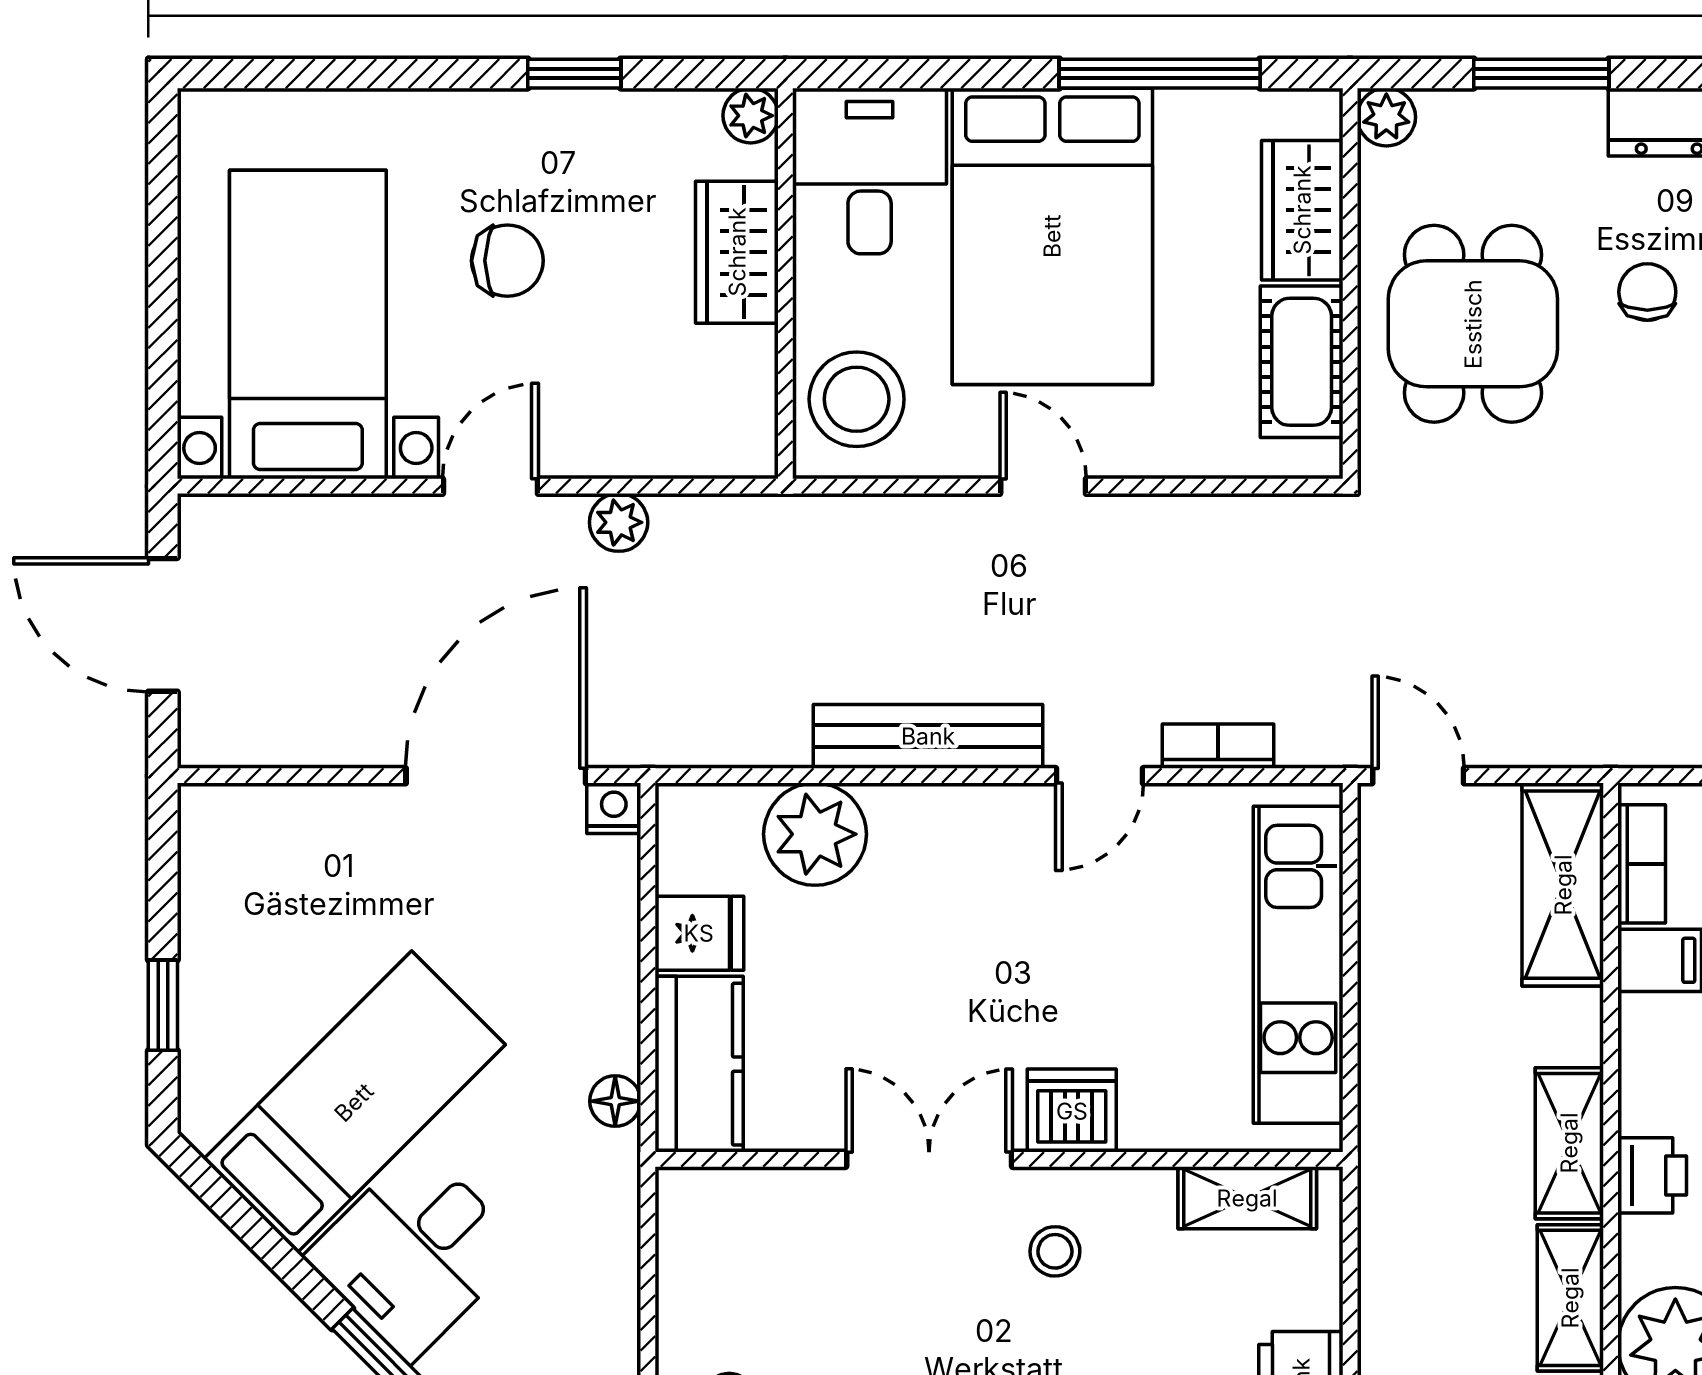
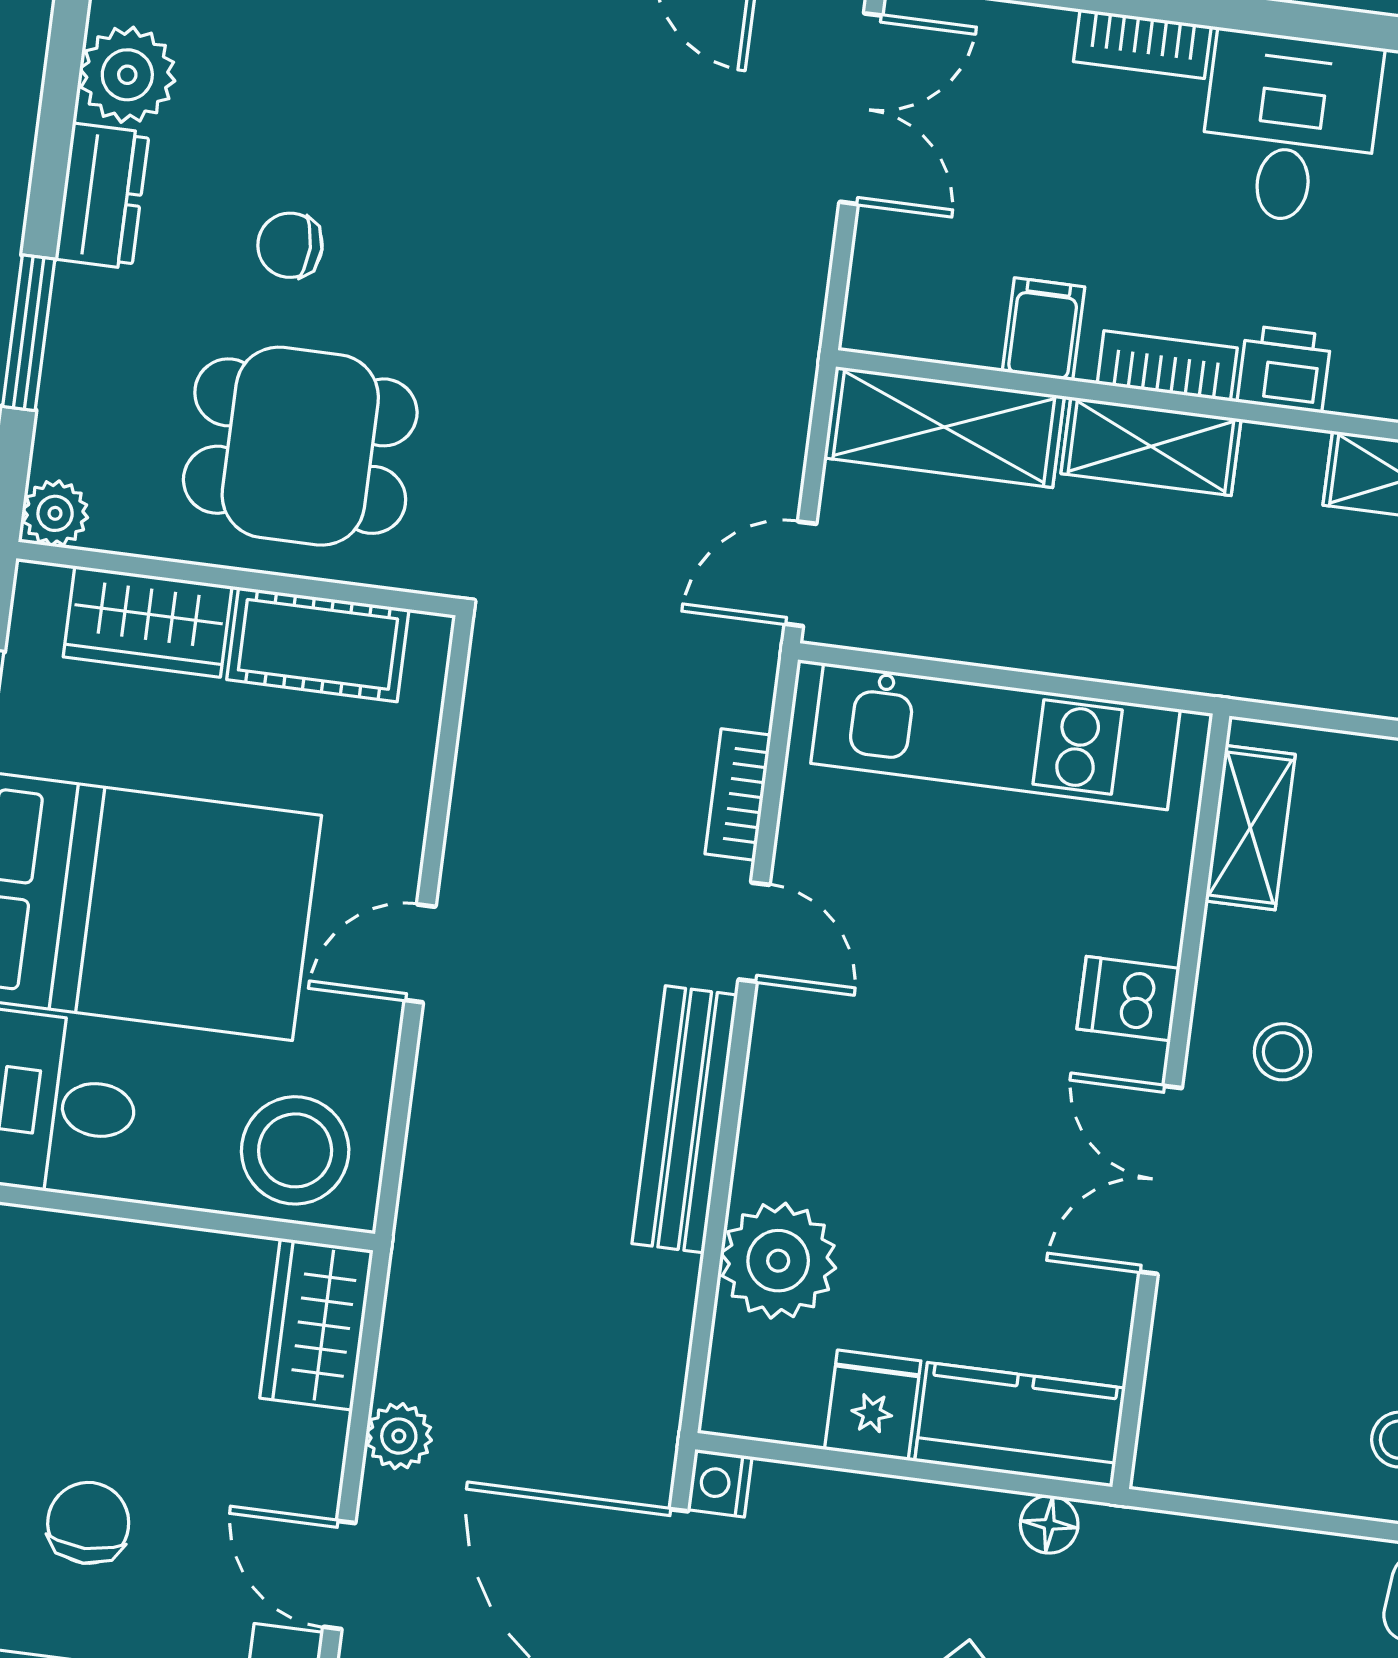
wardrobe: (737, 252) -> (316, 1324), moved, turned 90
bookcase: (1642, 864) -> (1167, 366), moved
dishwasher: (1072, 1111) -> (1128, 999), width x0.73
shelving: (1569, 1143) -> (1151, 446), moved

